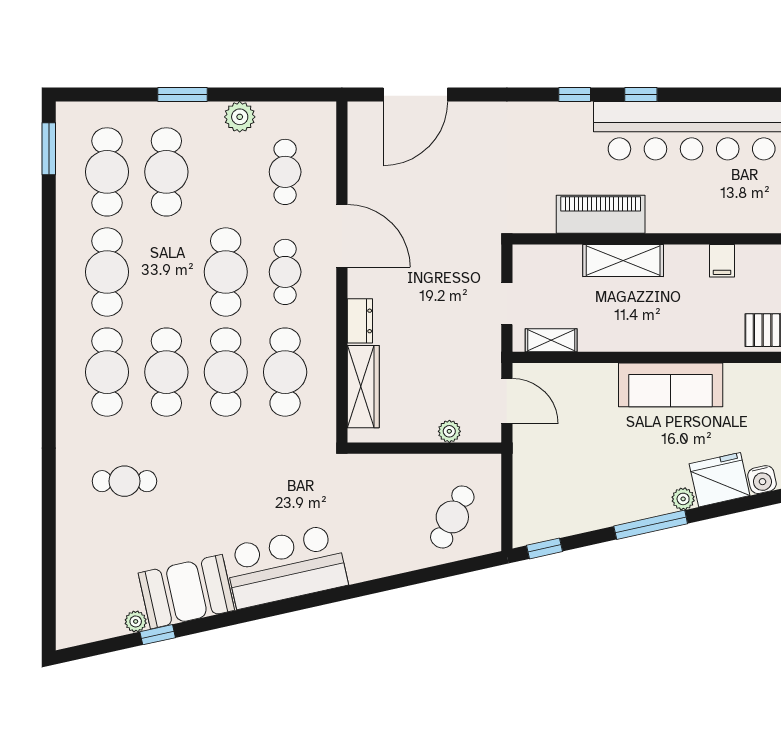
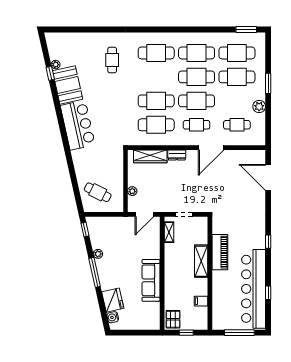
window: (641, 95) -> (268, 293), moved
cafe table: (166, 372) -> (197, 77), moved
plant: (683, 499) -> (98, 254), moved

